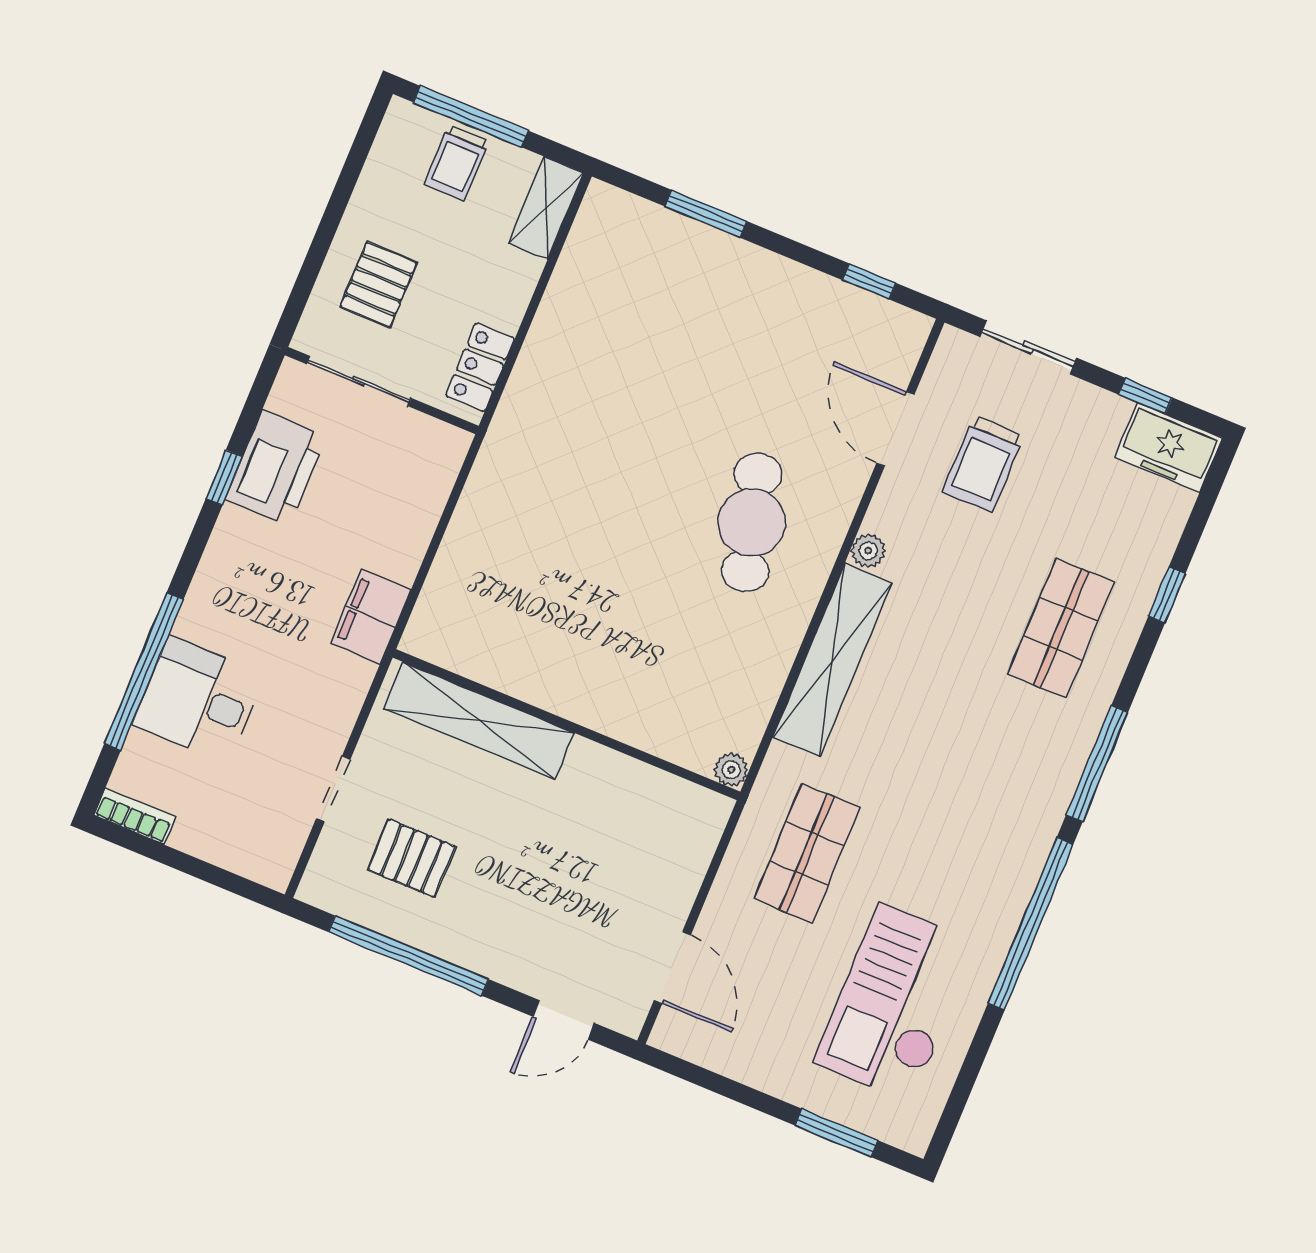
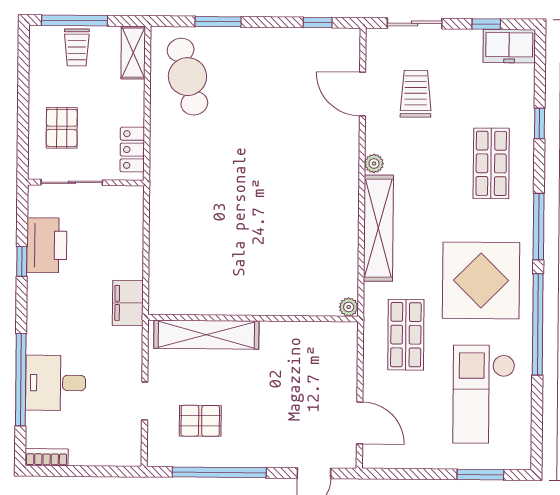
trolley: (983, 464) -> (416, 94), turned 180
cafe table: (752, 522) -> (187, 77), moved
display table: (966, 814) -> (481, 280), added

